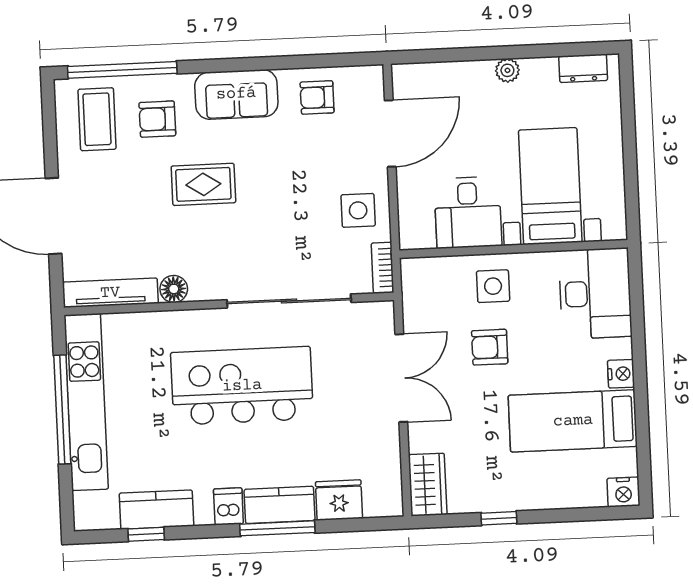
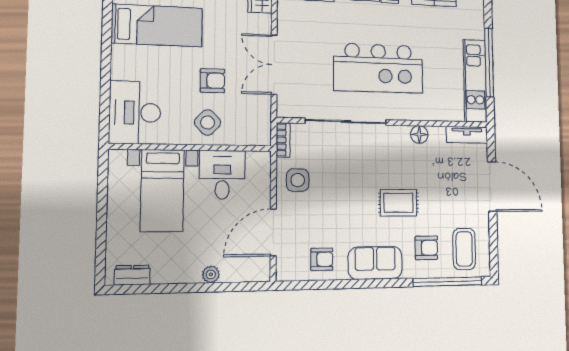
plant: (507, 70) -> (211, 274), moved
side table: (493, 286) -> (208, 122), turned 45
tv unit: (110, 293) -> (467, 135), width x0.71
nightstand: (621, 374) -> (120, 55), removed
kitchen unit: (86, 402) -> (475, 81), width x0.73

